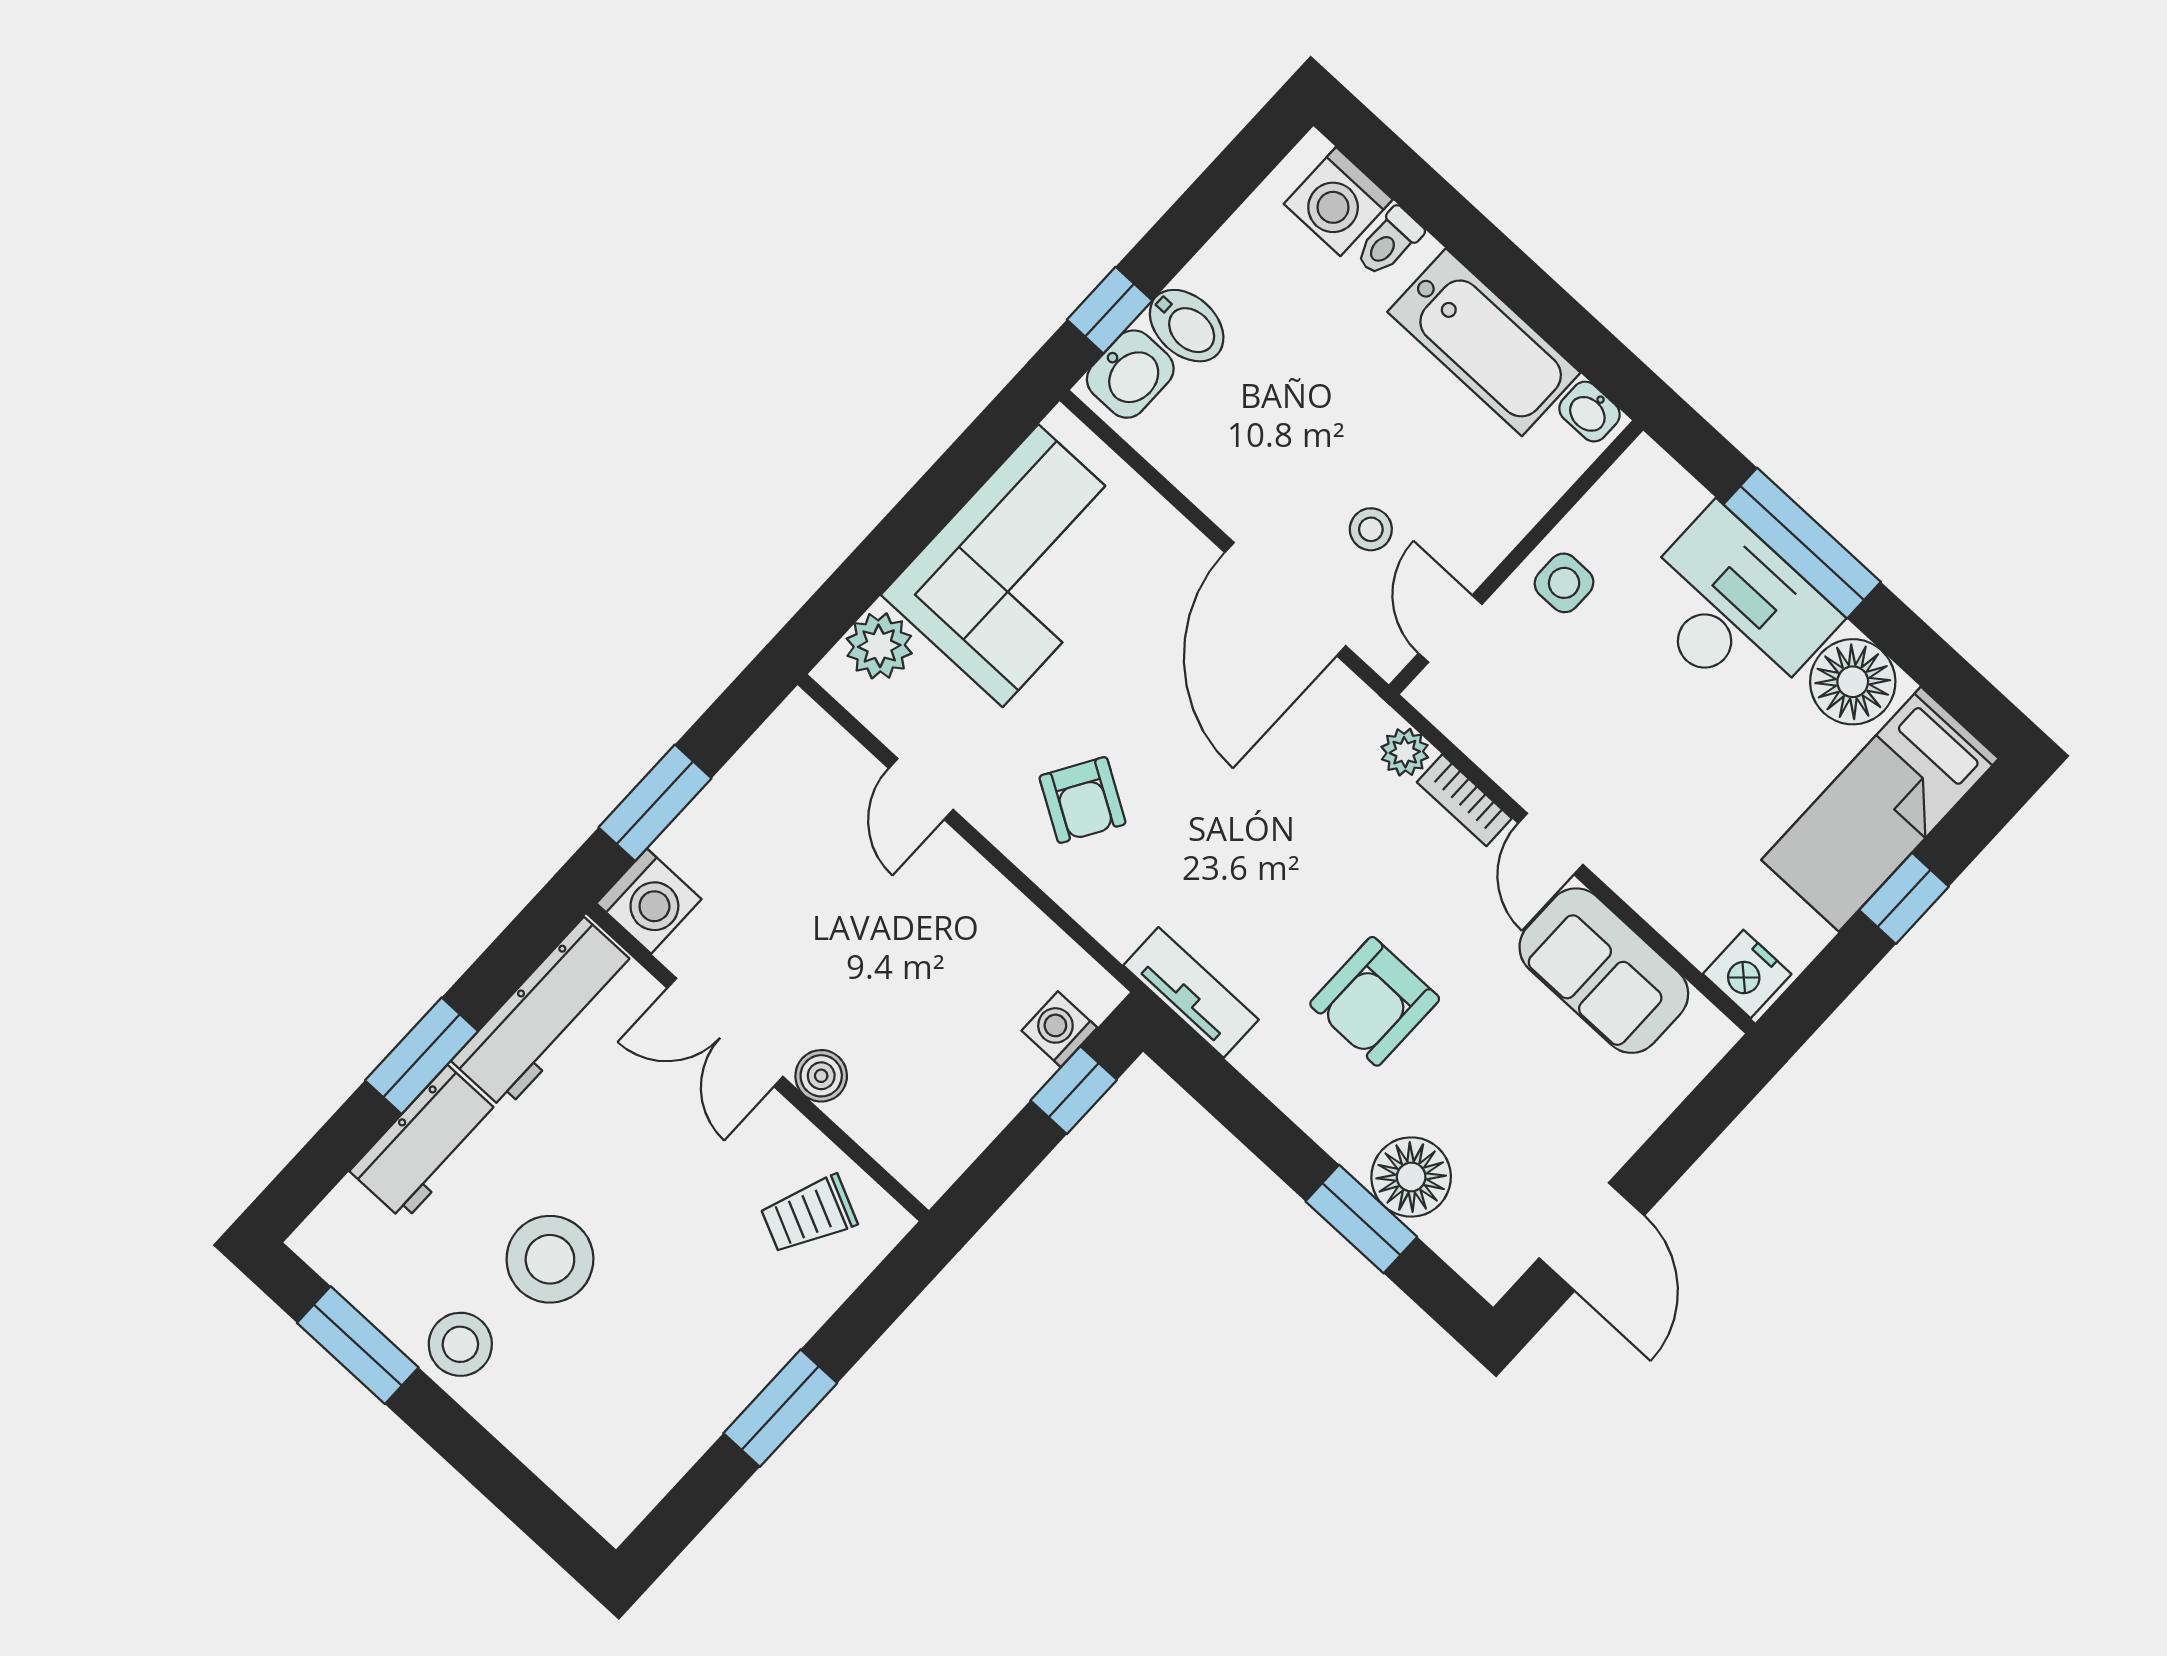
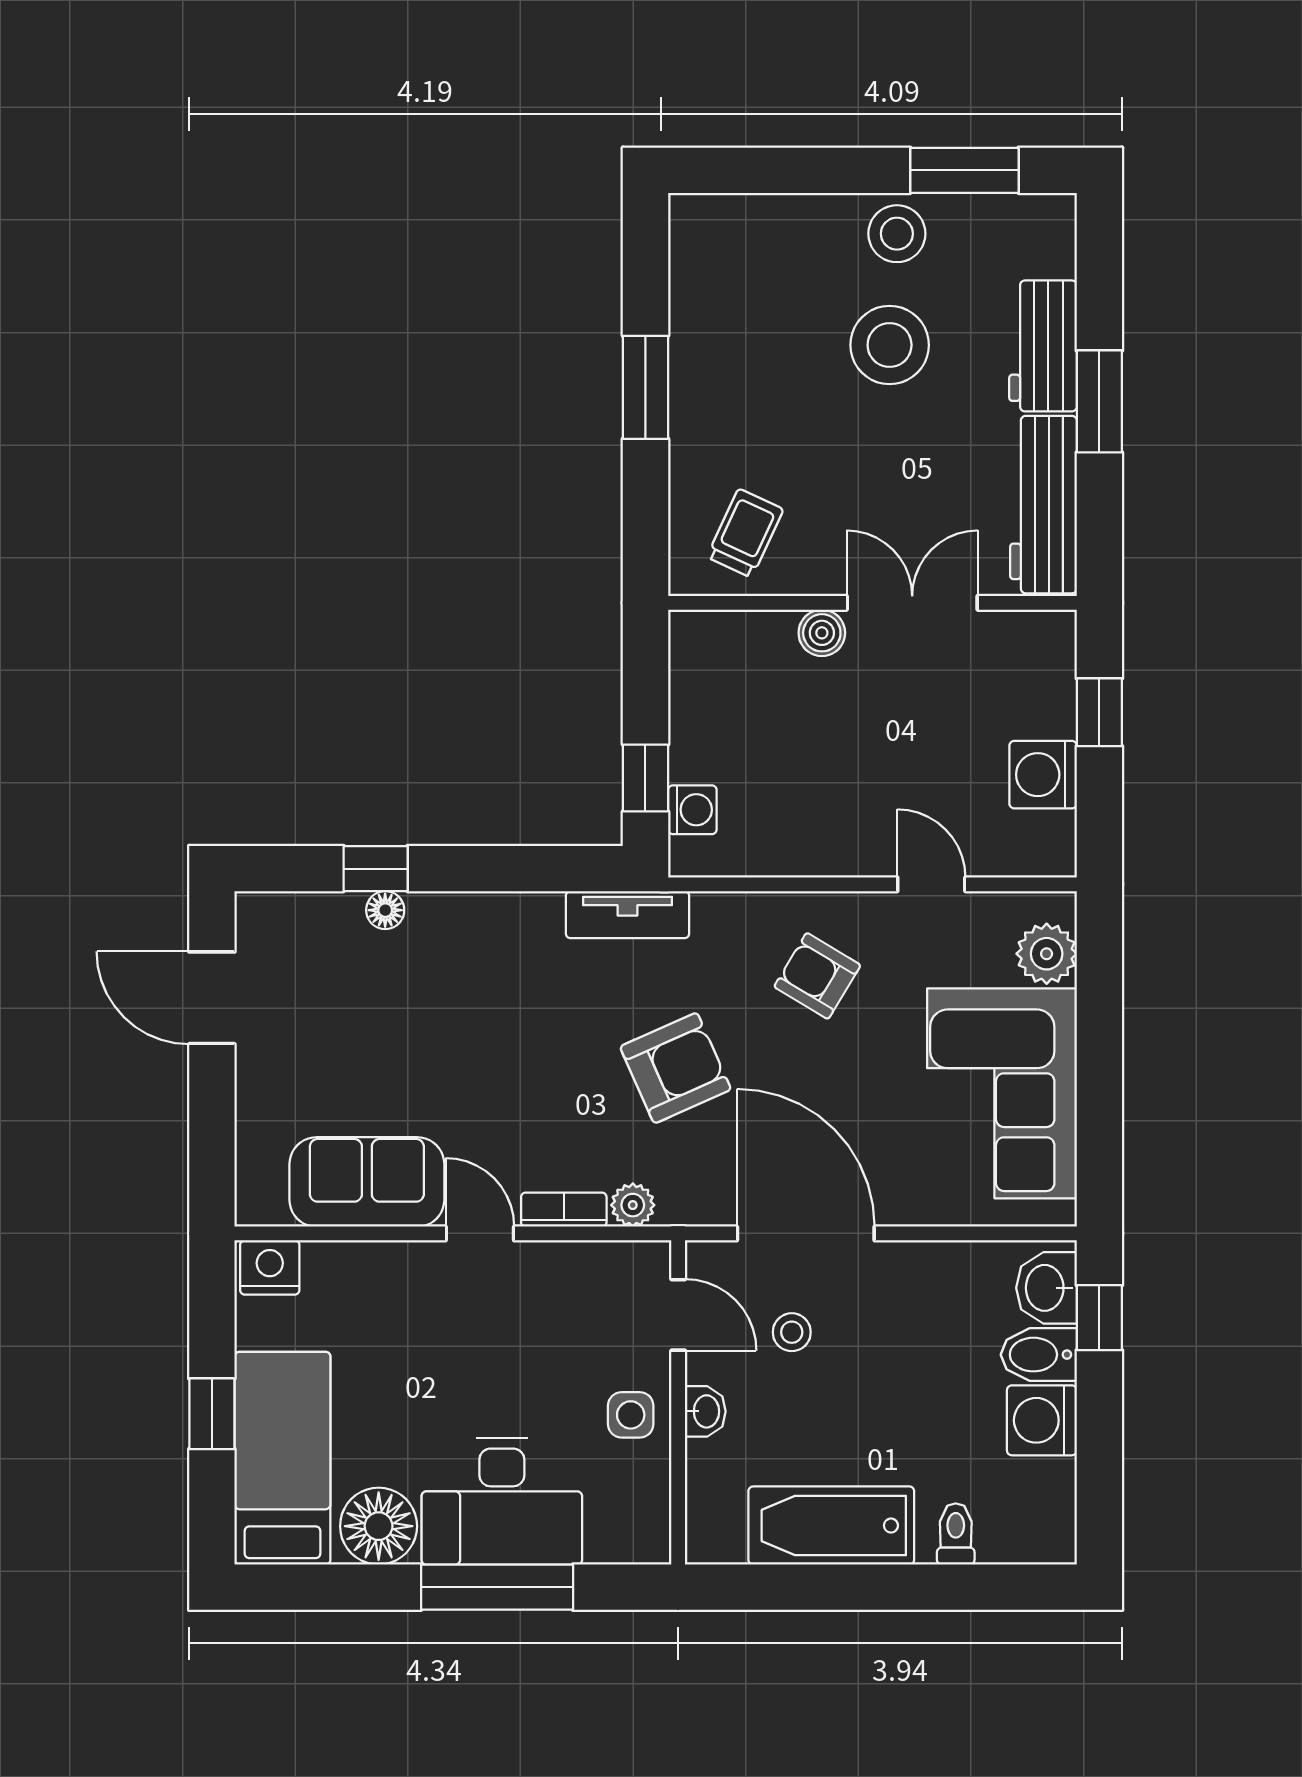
washing machine: (1338, 202) -> (1042, 1420), moved, turned -90
washbasin: (1590, 412) -> (705, 1411), moved, turned 90
window: (655, 803) -> (1099, 712), width x0.67
washing machine: (649, 901) -> (1043, 775), moved
armchair: (1375, 1001) -> (676, 1068), moved, turned 66
floor lamp: (1411, 1177) -> (385, 910), width x0.53, depth x0.53
window: (1361, 1219) -> (376, 869), width x0.67

